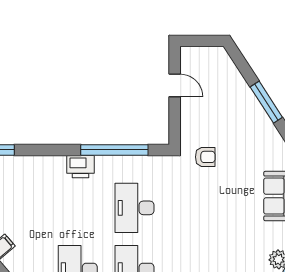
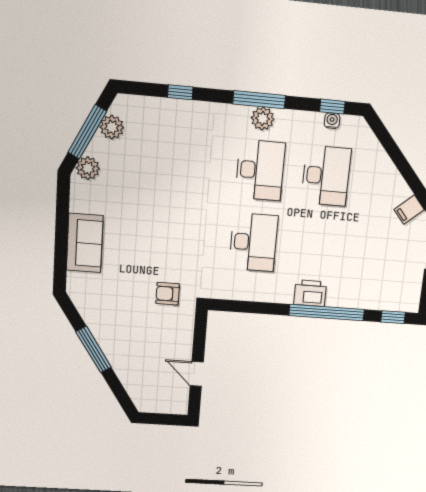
window: (114, 150) -> (327, 313), moved

